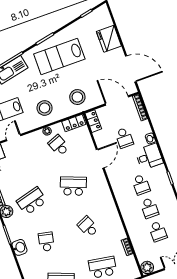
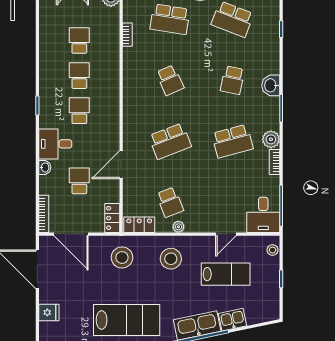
fridge: (109, 39) -> (49, 312), width x0.53, depth x0.75
school desk: (73, 186) -> (170, 141), turned -42

